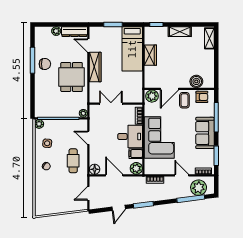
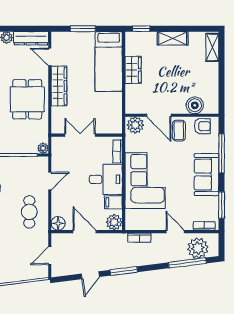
door: (170, 89) -> (159, 115), hinge flipped
door: (88, 138) -> (50, 181), swing flipped

